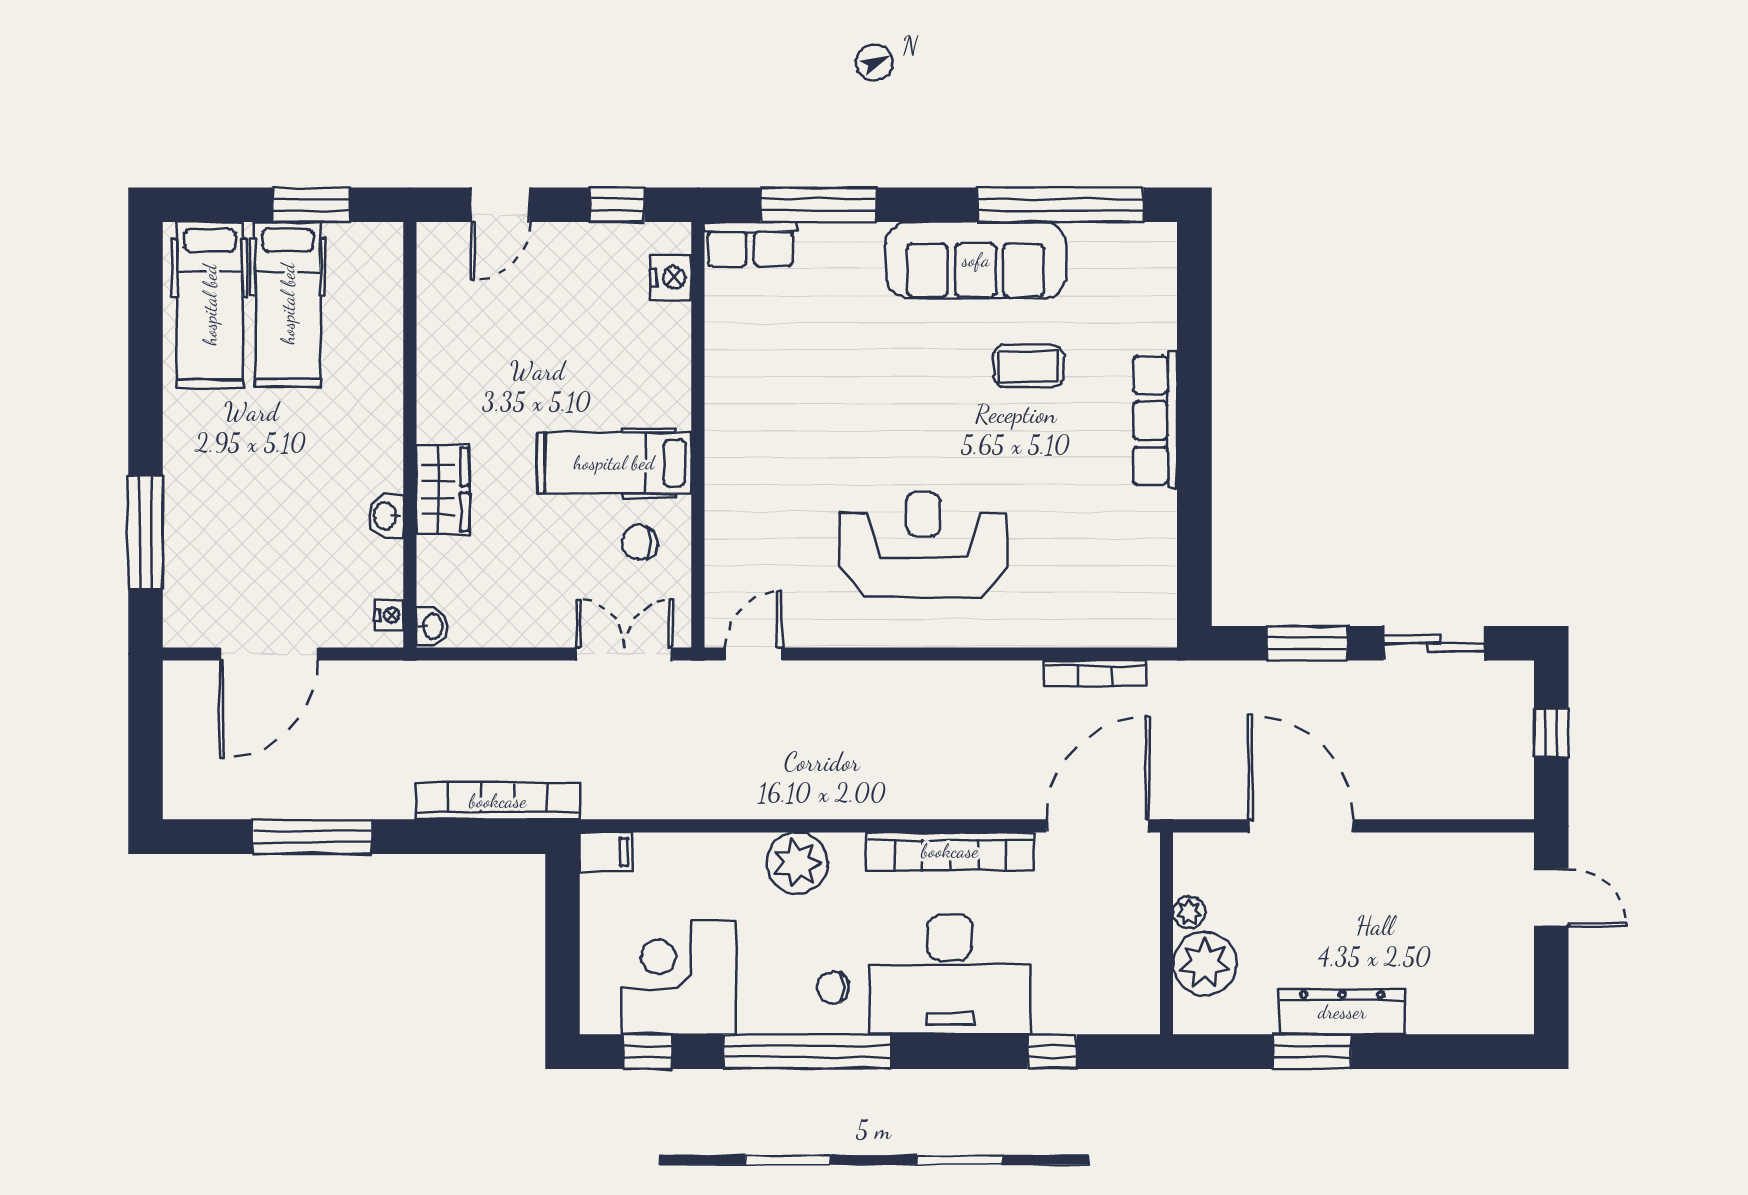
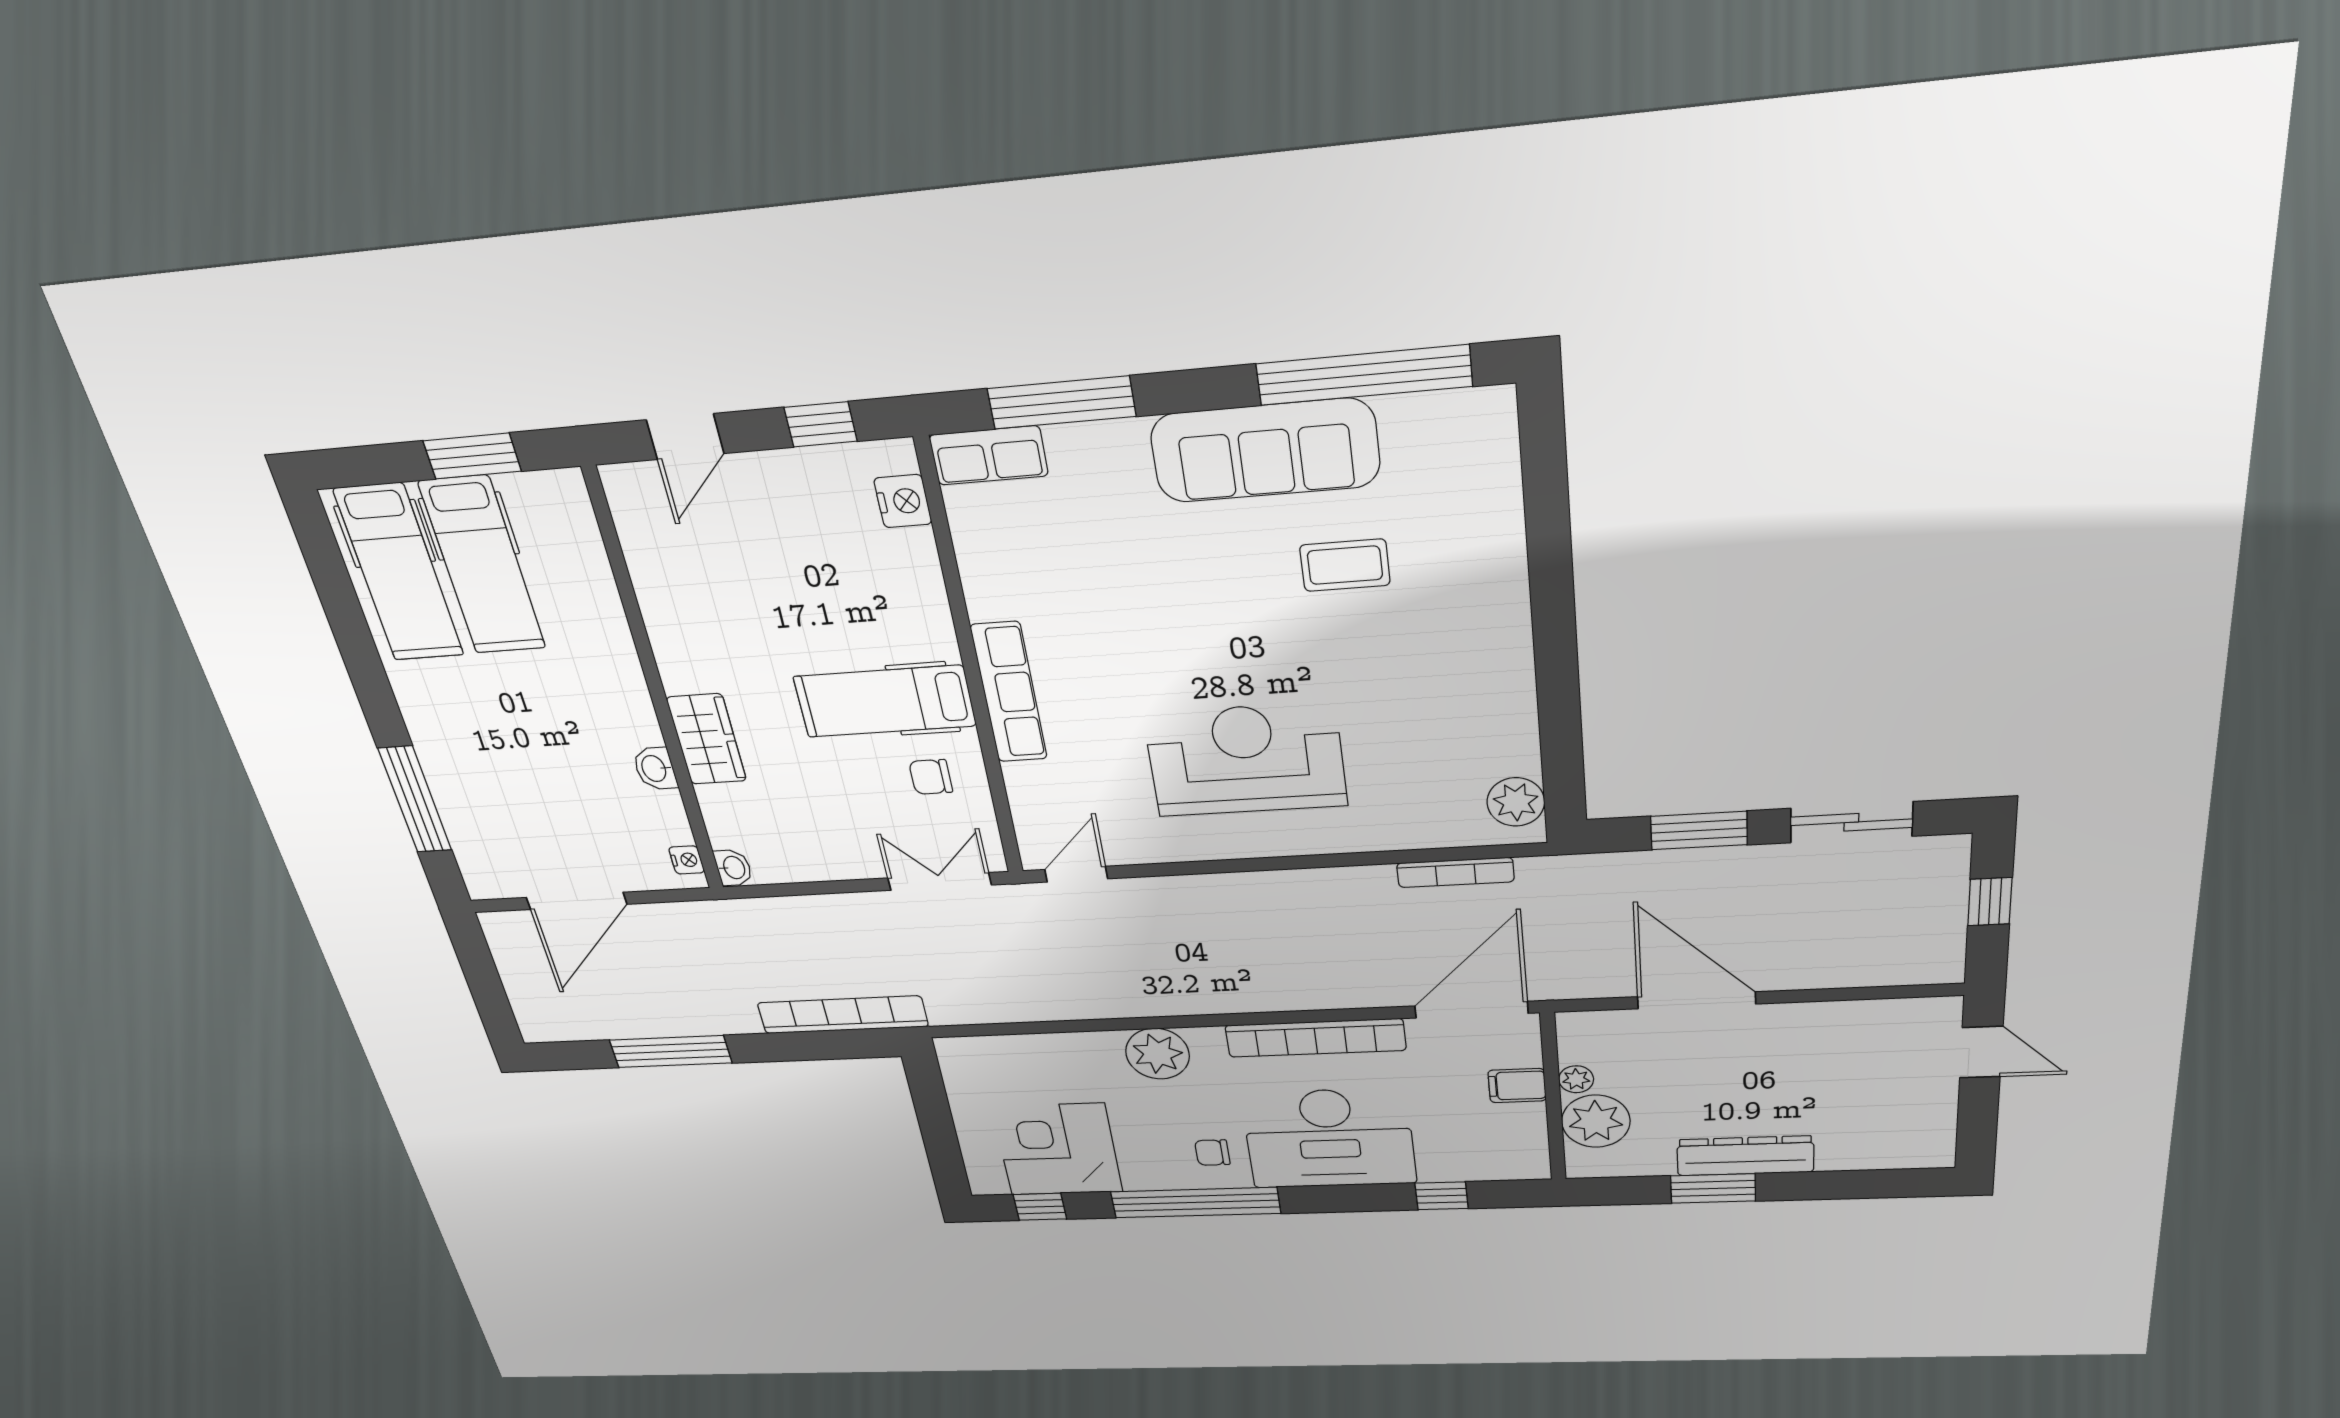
row of seats: (1155, 420) -> (1009, 692), moved, turned 180
plant: (1153, 604) -> (1516, 802), added
filing cabinet: (606, 852) -> (1517, 1086), moved, turned 180

